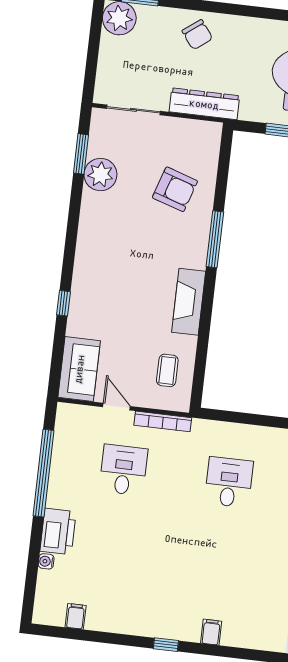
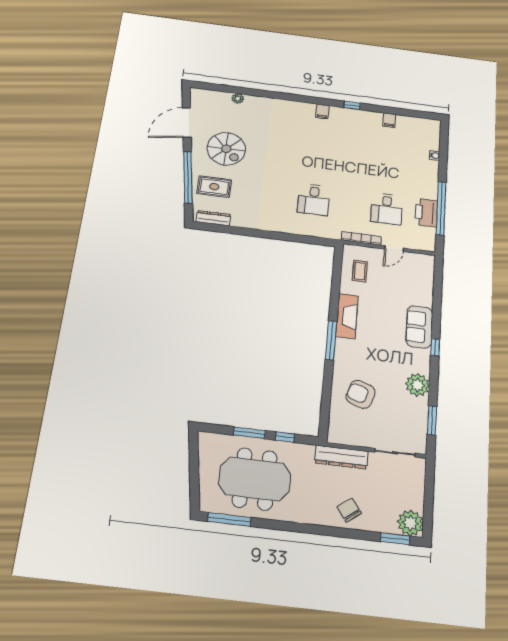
plant: (100, 175) -> (417, 385), moved
window: (215, 239) -> (331, 340), moved
window: (63, 303) -> (435, 347), moved
sofa: (79, 369) -> (419, 327), moved
door: (117, 407) -> (394, 249), hinge flipped
printer: (58, 531) -> (426, 213), moved
filing cabinet: (76, 616) -> (389, 120), moved

